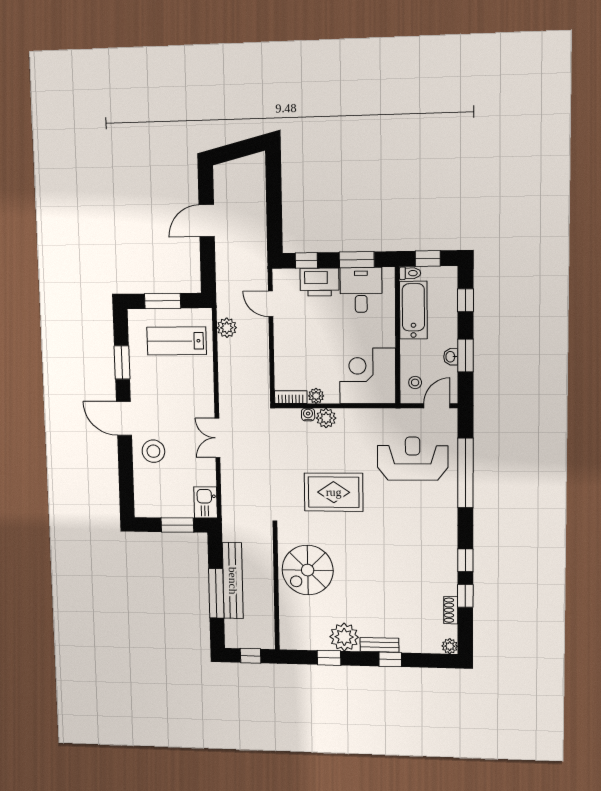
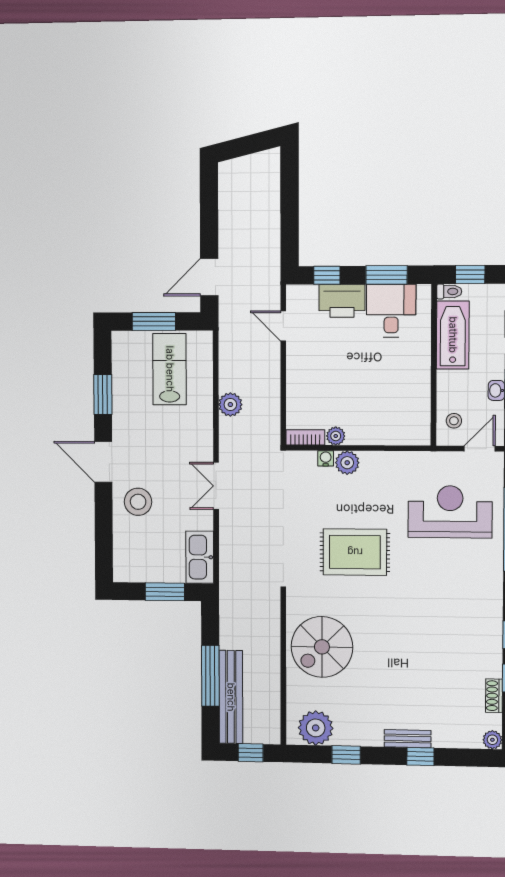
door: (207, 221) -> (209, 277), moved
plant: (227, 328) -> (230, 405), moved
lab bench: (177, 341) -> (170, 369), turned 90
corner desk: (368, 376) -> (397, 413), removed
kitchen sink: (206, 502) -> (200, 557), width x1.38
bench: (233, 581) -> (231, 697), moved
plant: (344, 637) -> (316, 728), moved

